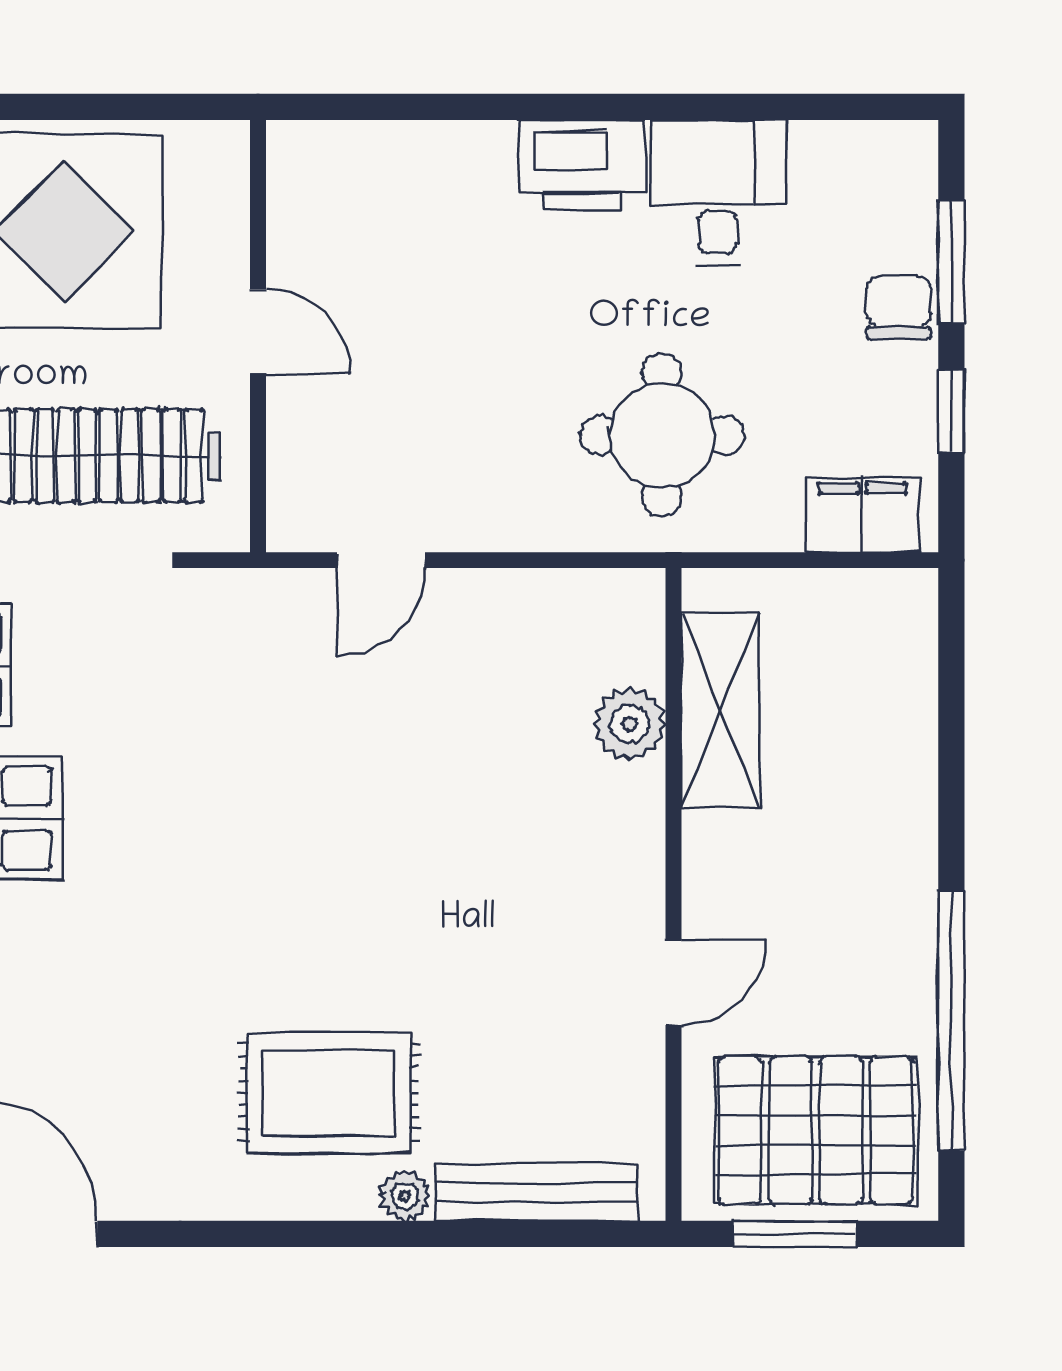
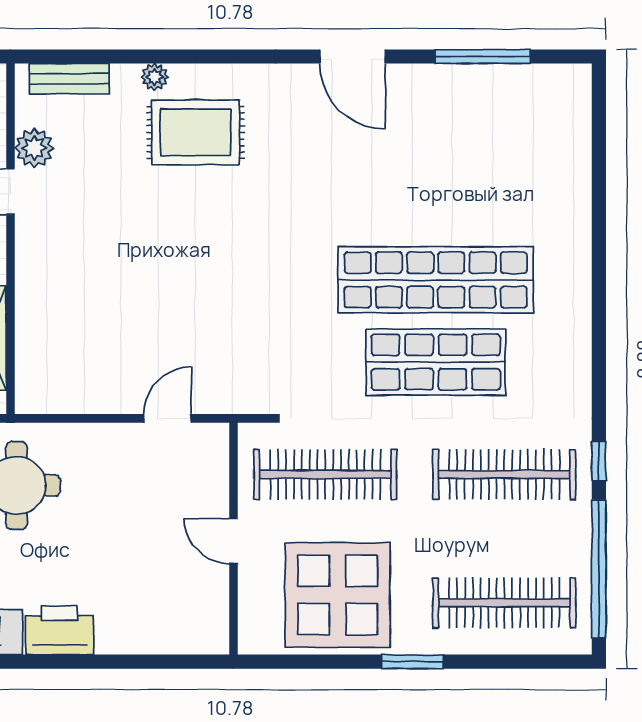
plant: (629, 724) -> (34, 148), moved
bench: (537, 1193) -> (69, 79), width x0.73

